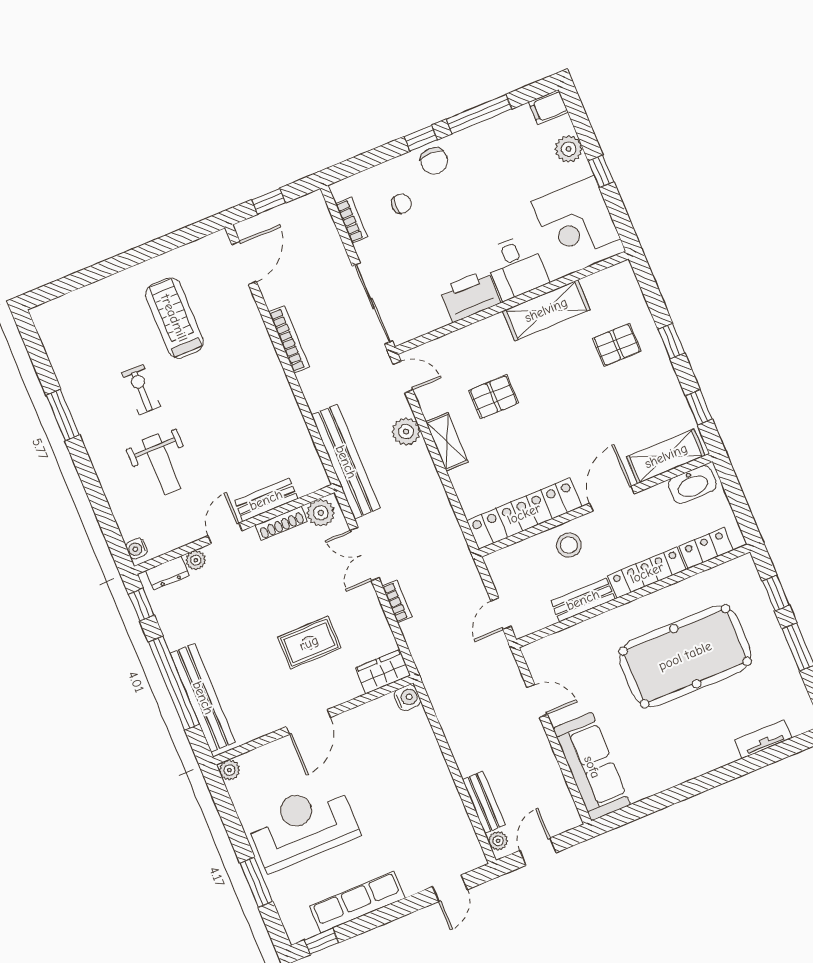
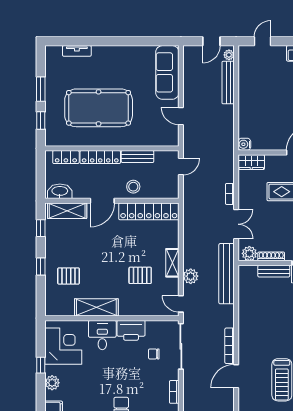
chair: (401, 204) -> (154, 354), moved
door: (244, 263) -> (236, 376), moved
bench: (484, 802) -> (228, 83), width x1.36

